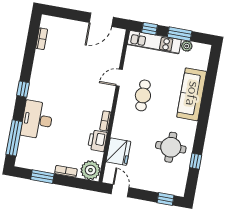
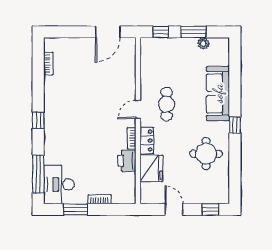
kitchen unit: (154, 42) -> (168, 45), removed
door: (119, 78) -> (138, 109), moved
desk: (37, 120) -> (59, 184), moved
locker: (119, 125) -> (147, 141), added
window: (196, 161) -> (235, 125), moved
plant: (90, 170) -> (125, 193), removed
door: (120, 191) -> (174, 209), moved

